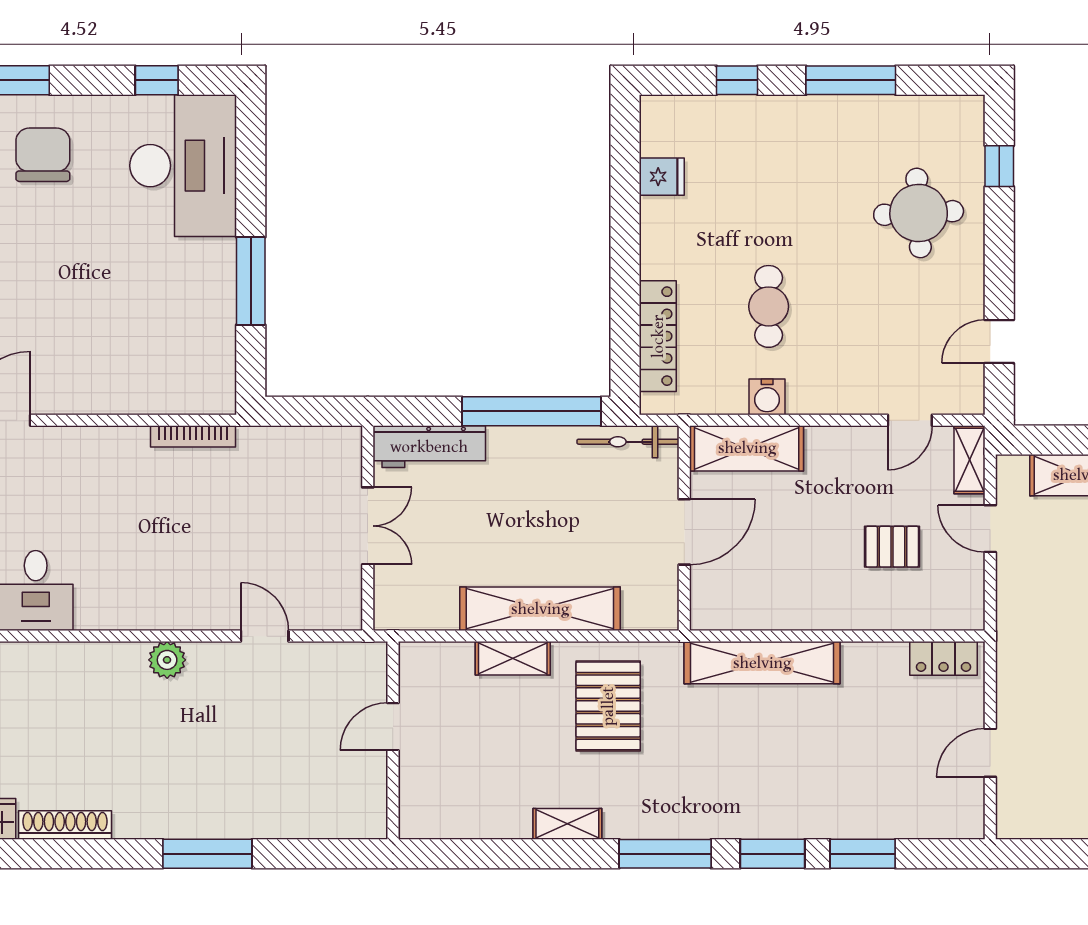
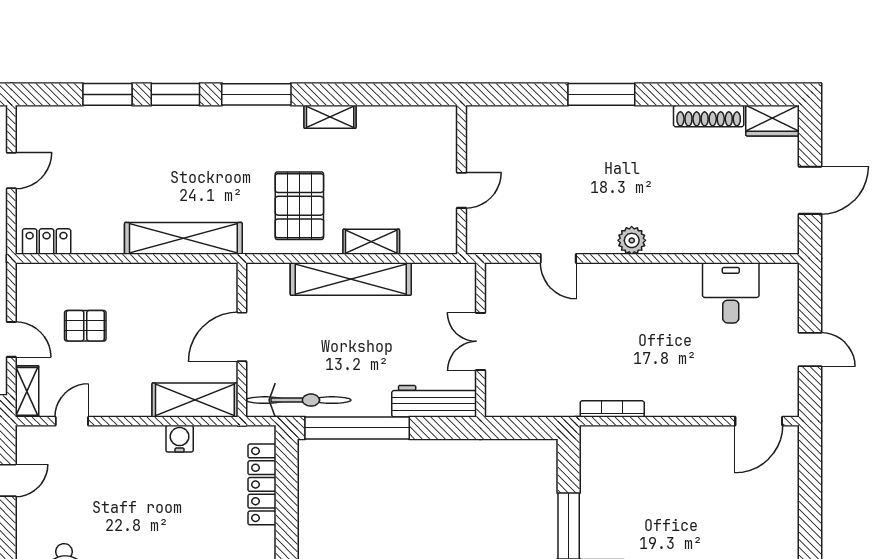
cafe table: (769, 306) -> (178, 507), removed
bicycle: (628, 442) -> (298, 400), width x1.37, depth x1.40

